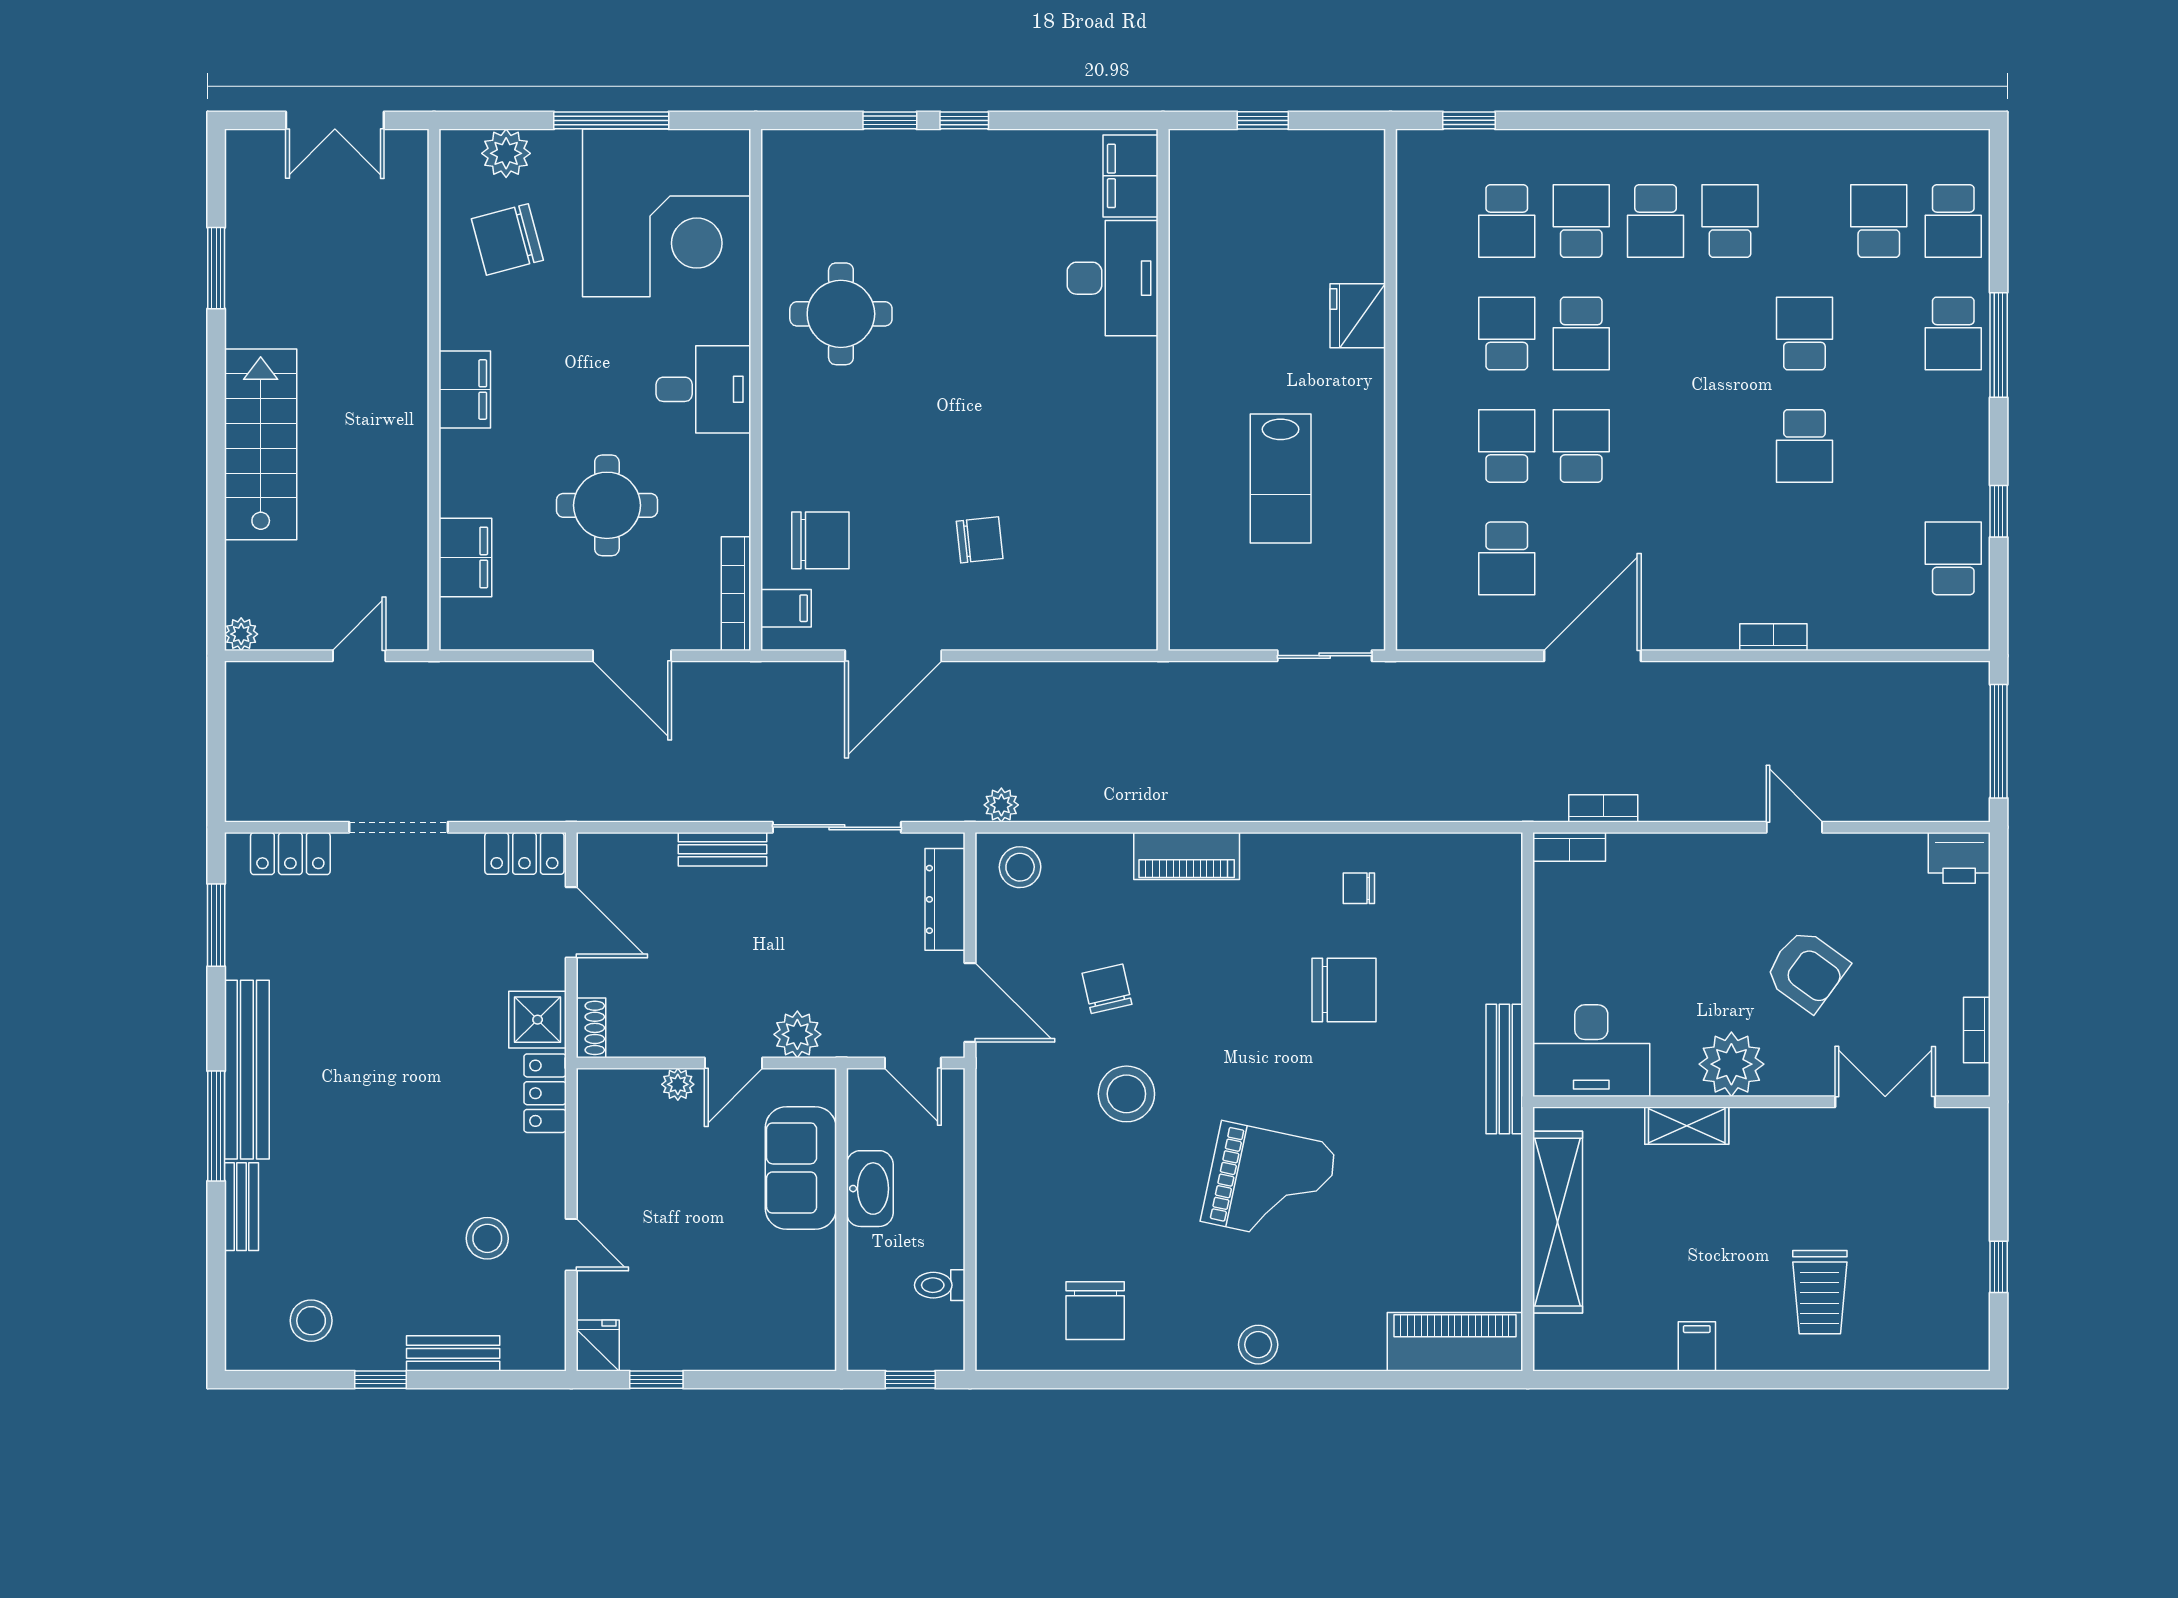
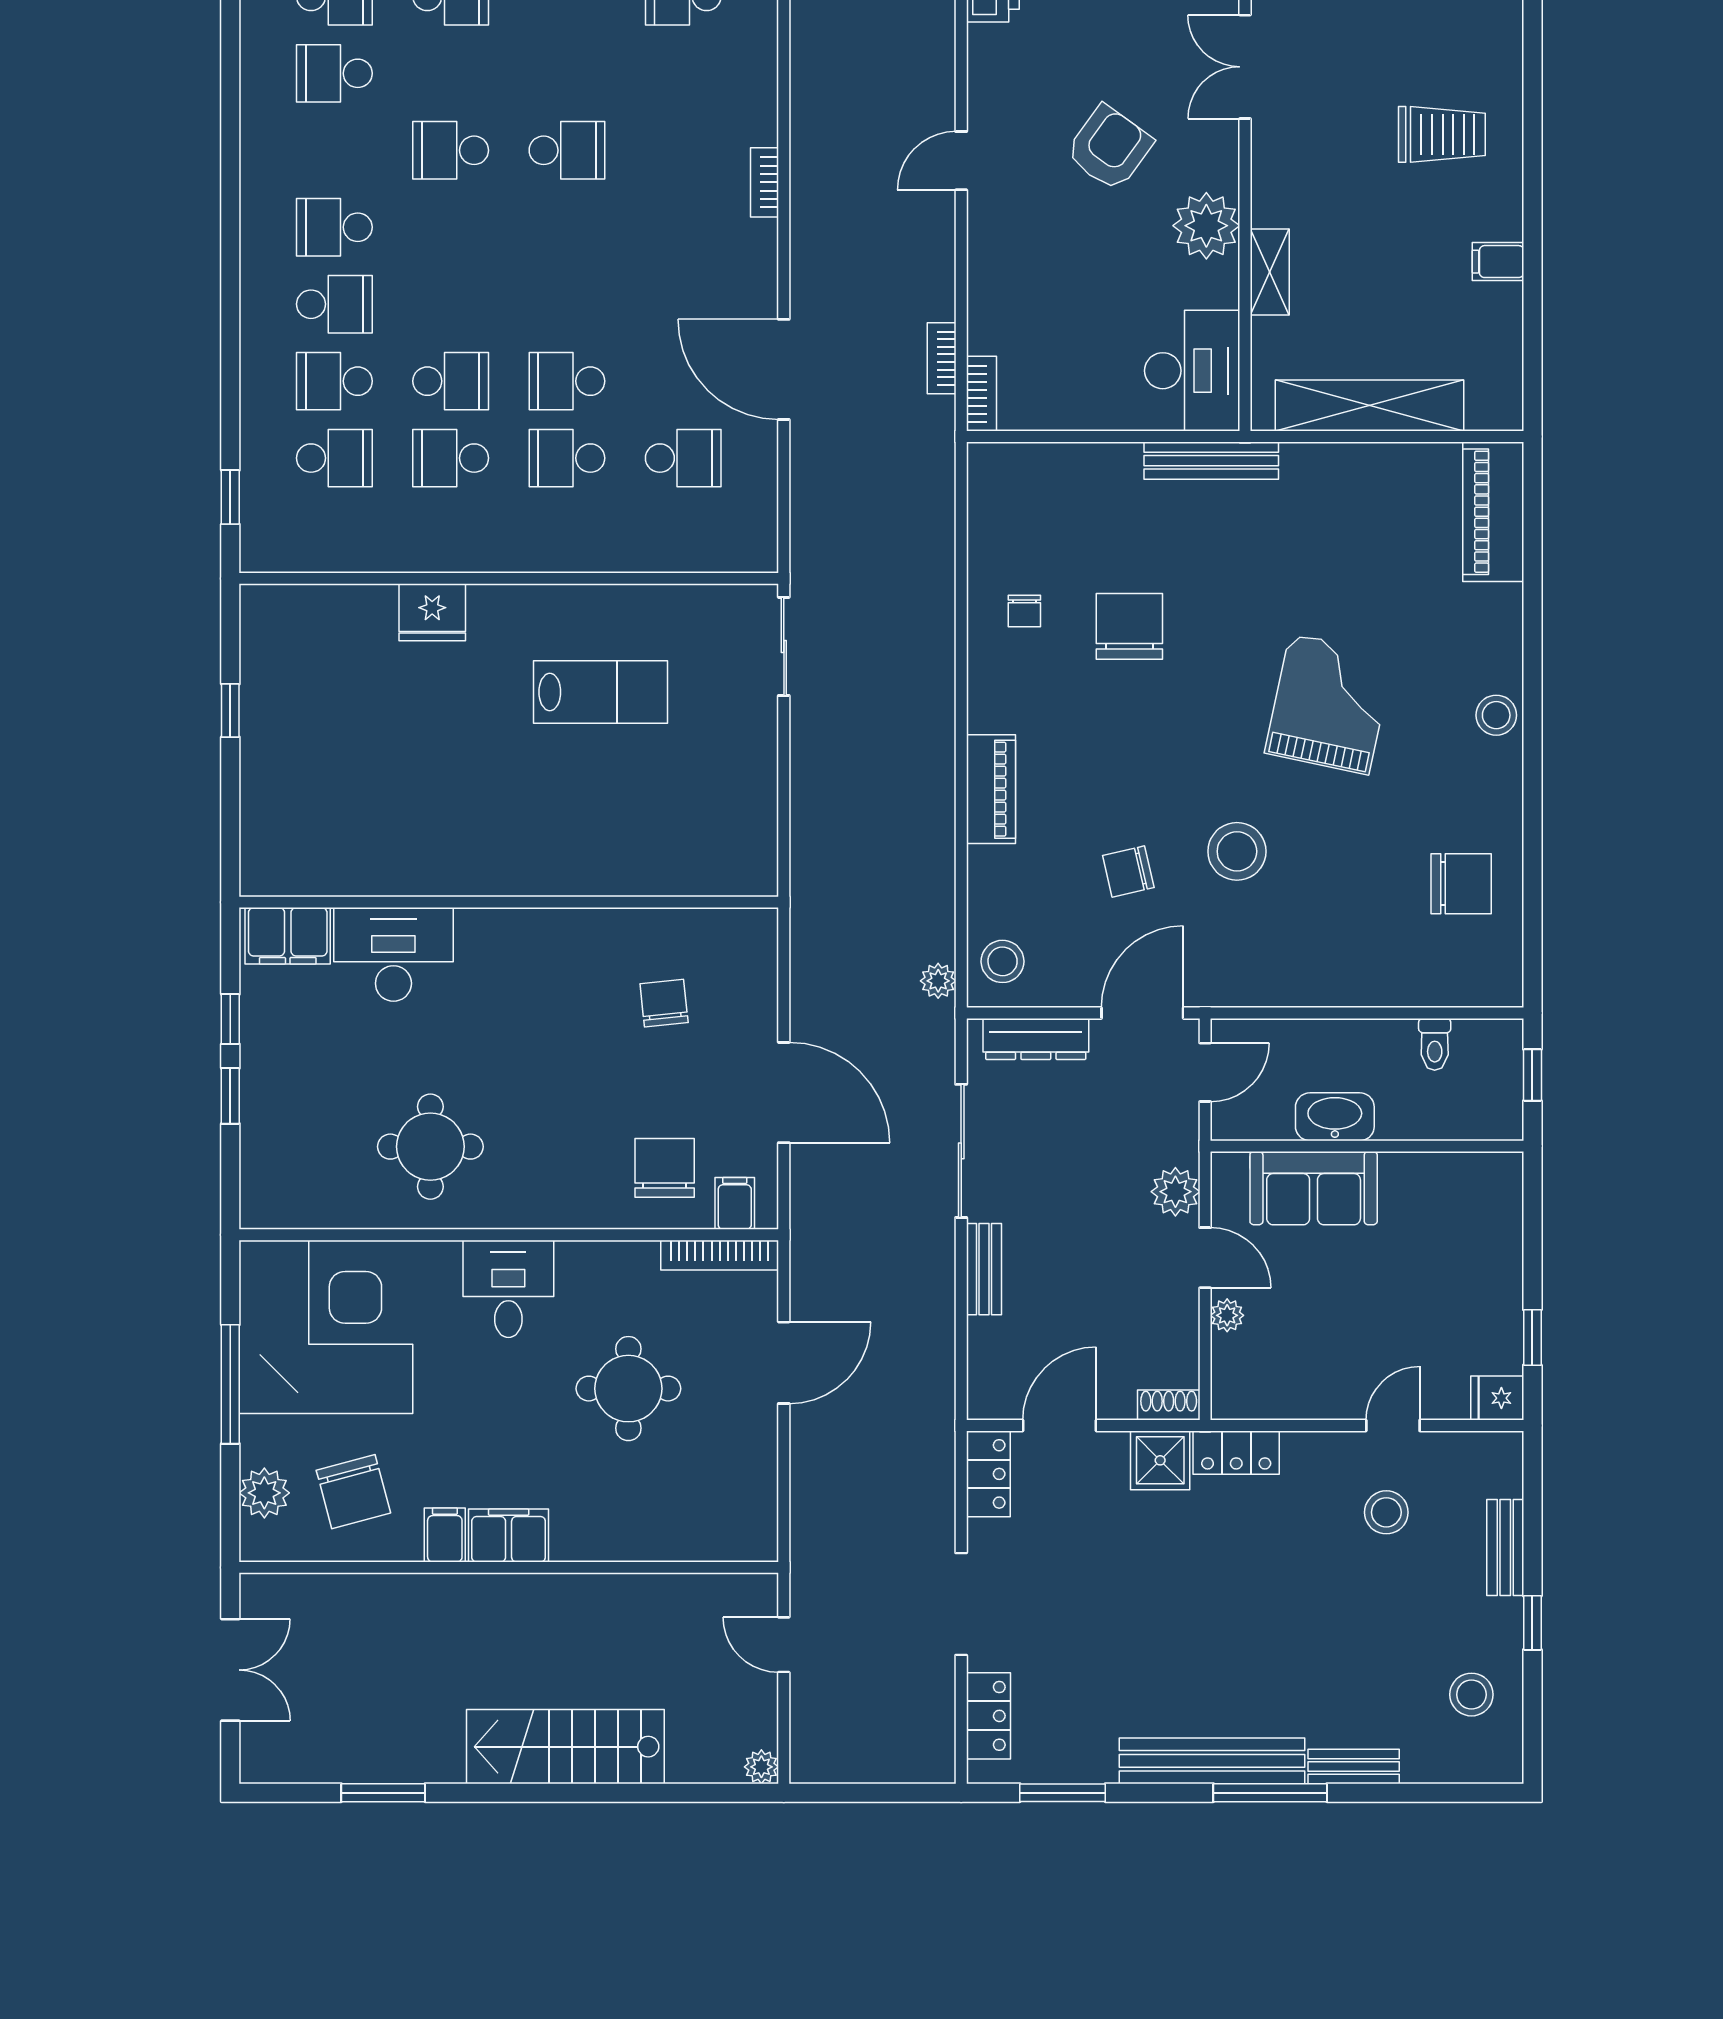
filing cabinet: (1131, 176) -> (288, 936), moved
desk: (1113, 278) -> (393, 954), moved
wall: (1163, 390) -> (509, 902), moved
filing cabinet: (465, 557) -> (445, 1535), moved, width x0.50

